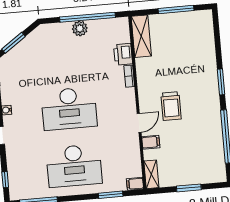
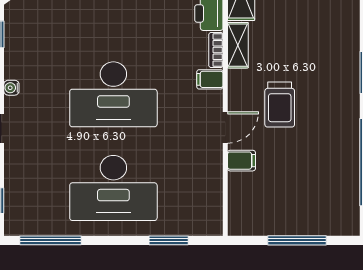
shelving: (151, 174) -> (238, 45), moved
filing cabinet: (135, 184) -> (210, 79), moved
window: (189, 188) -> (297, 240), width x1.44

